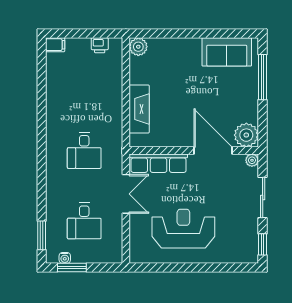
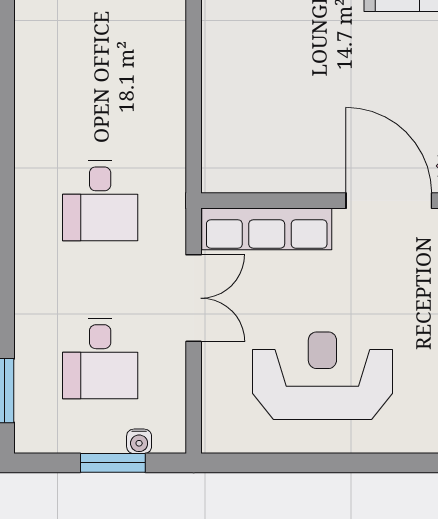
fireplace: (139, 109) -> (223, 108), removed
water cooler: (65, 258) -> (139, 441), moved
window: (72, 268) -> (113, 463), moved

